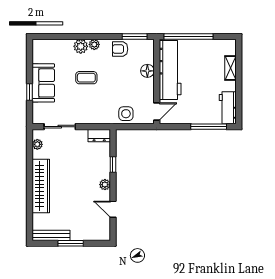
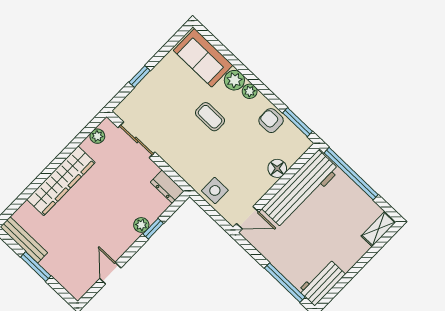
shelving: (231, 68) -> (378, 229), moved
sofa: (43, 83) -> (203, 58), moved, turned 90
plant: (105, 185) -> (141, 225), moved

